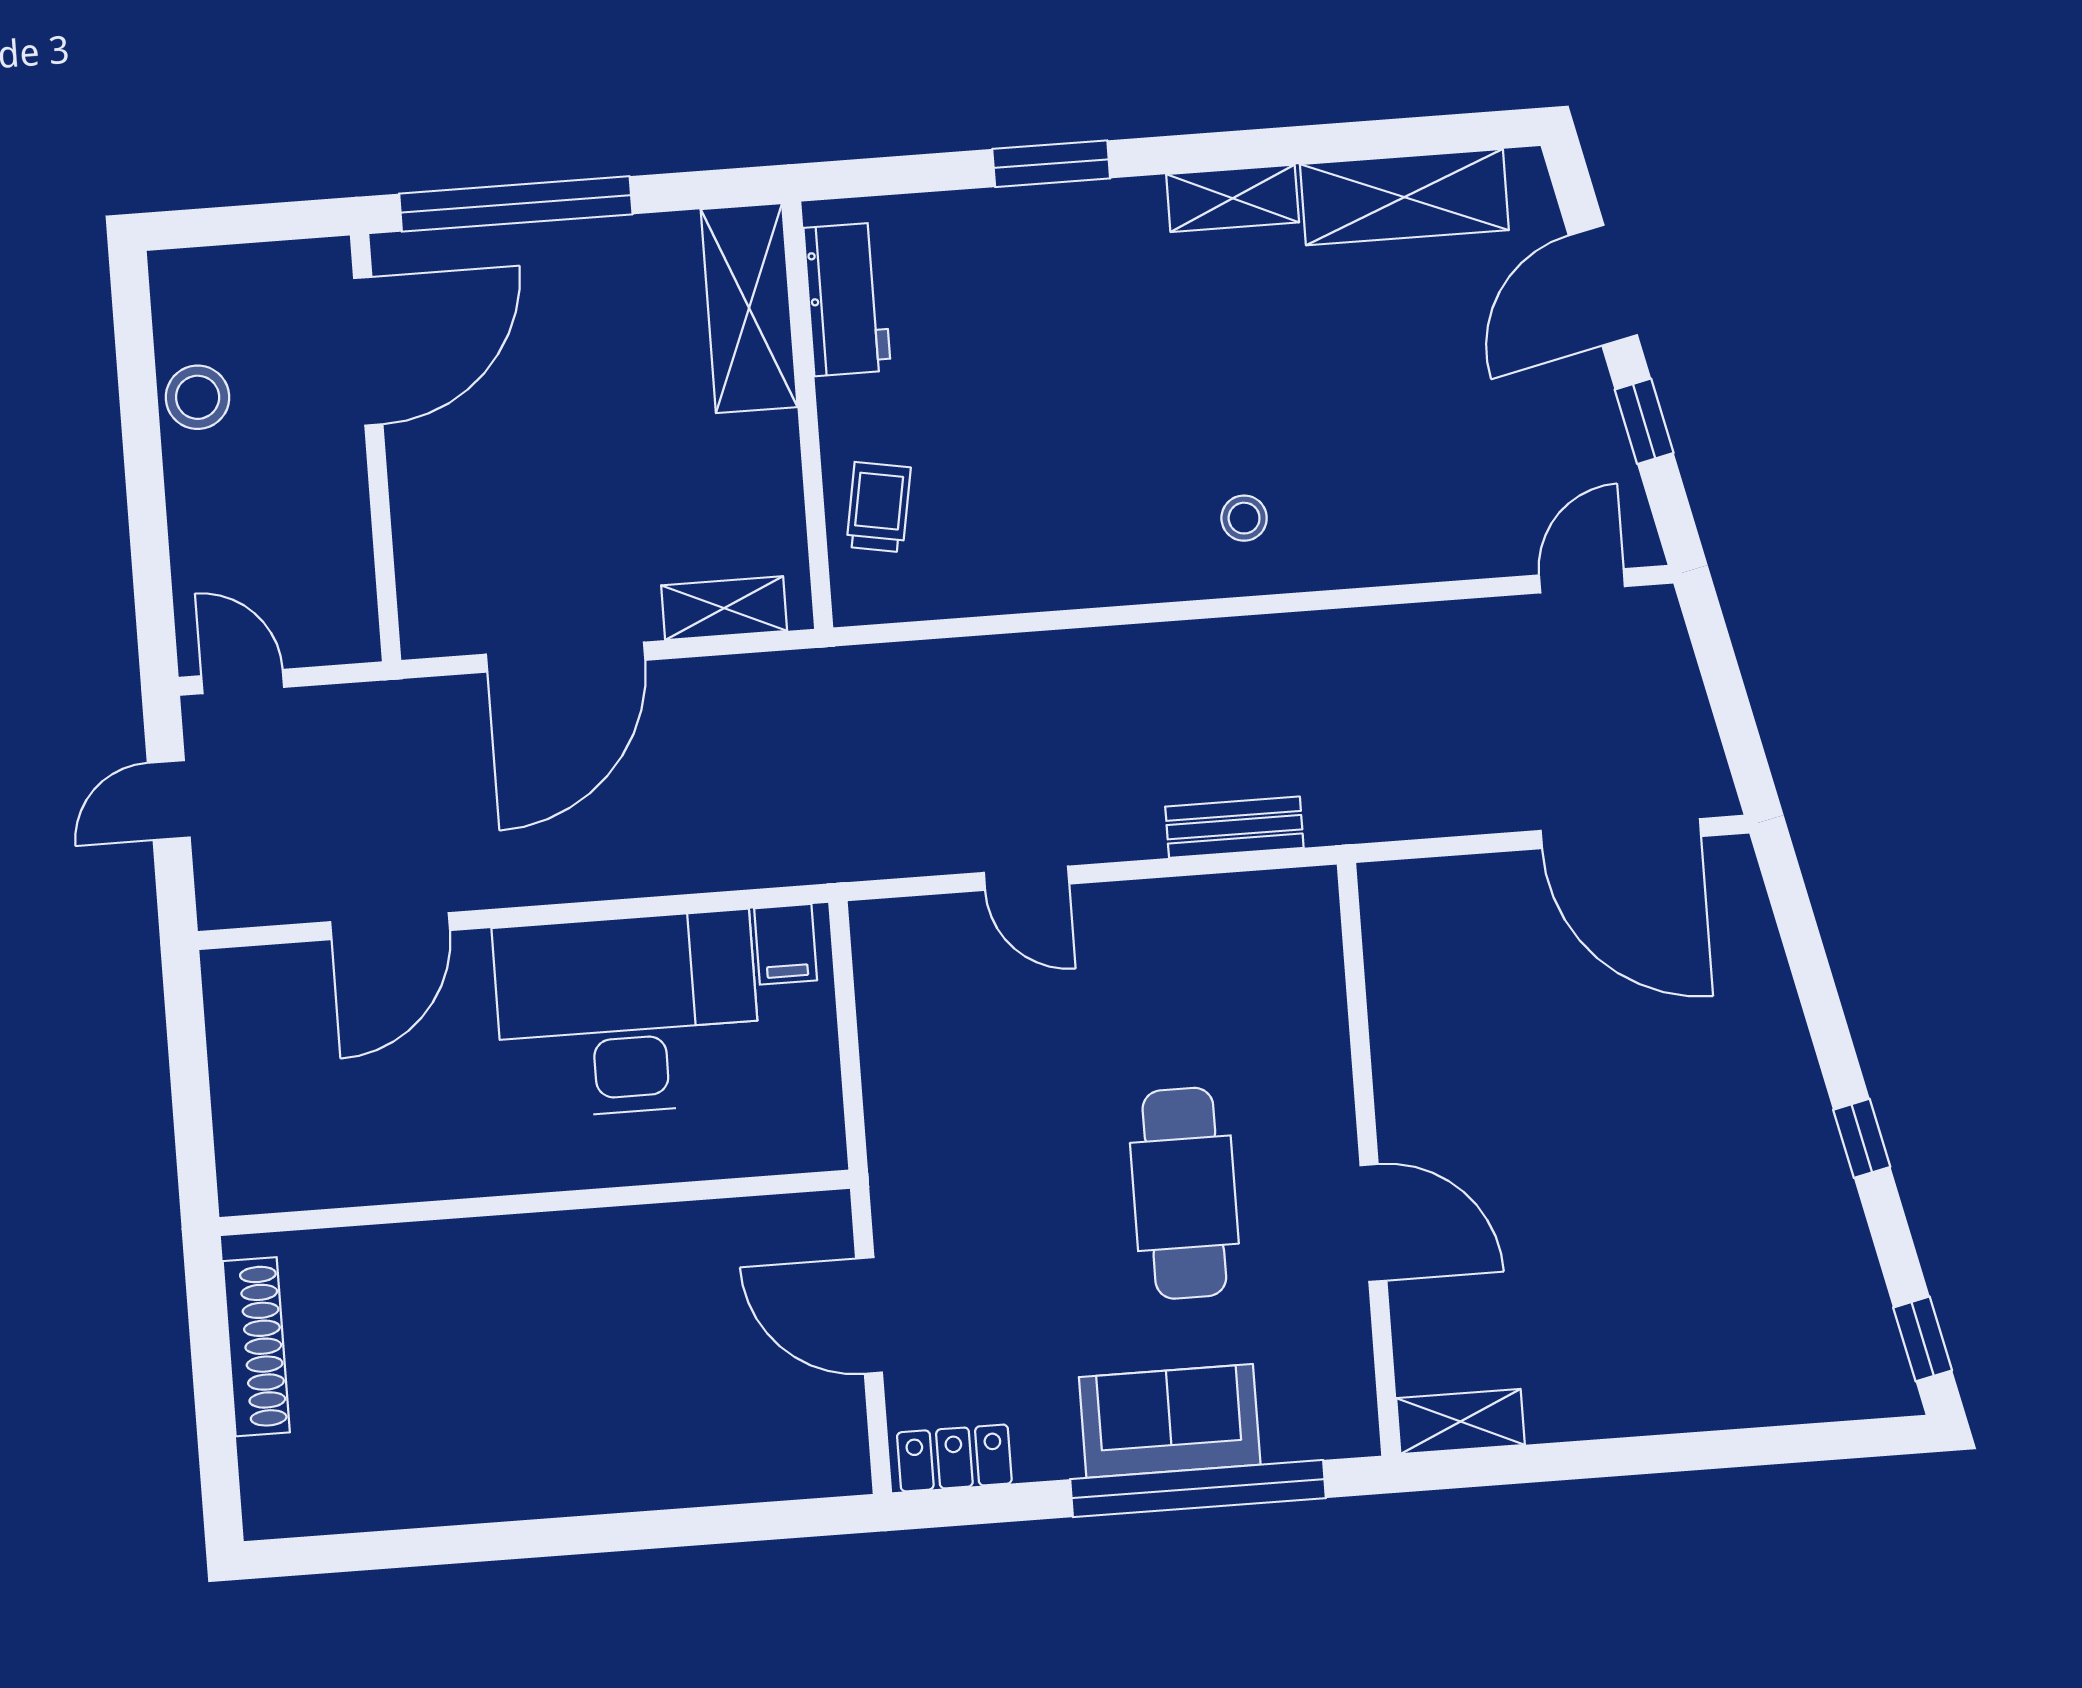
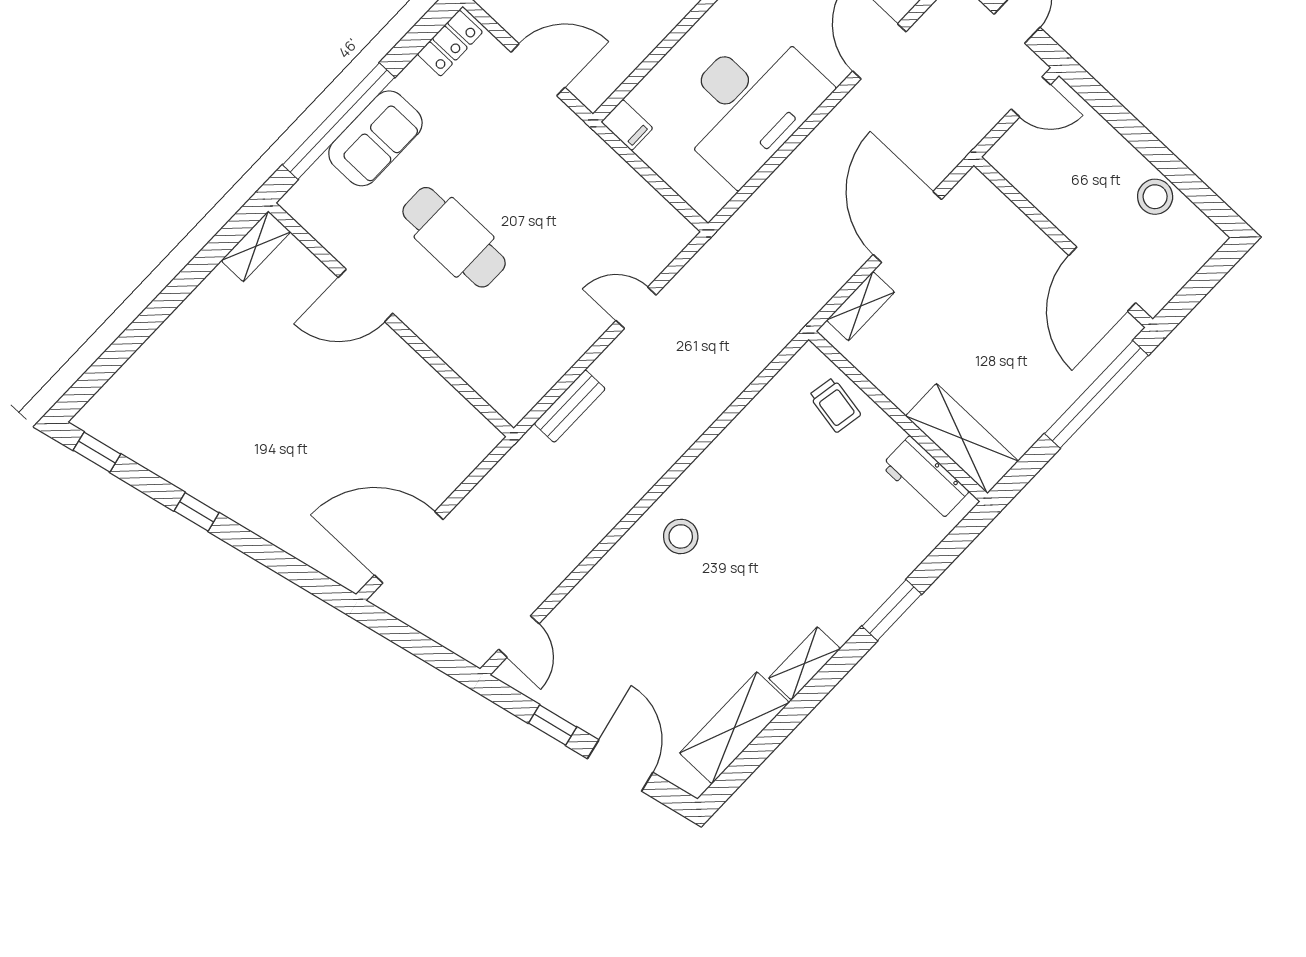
stool: (1244, 518) -> (681, 536), width x1.37, depth x1.37
filing cabinet: (786, 944) -> (627, 125), moved, turned 180

